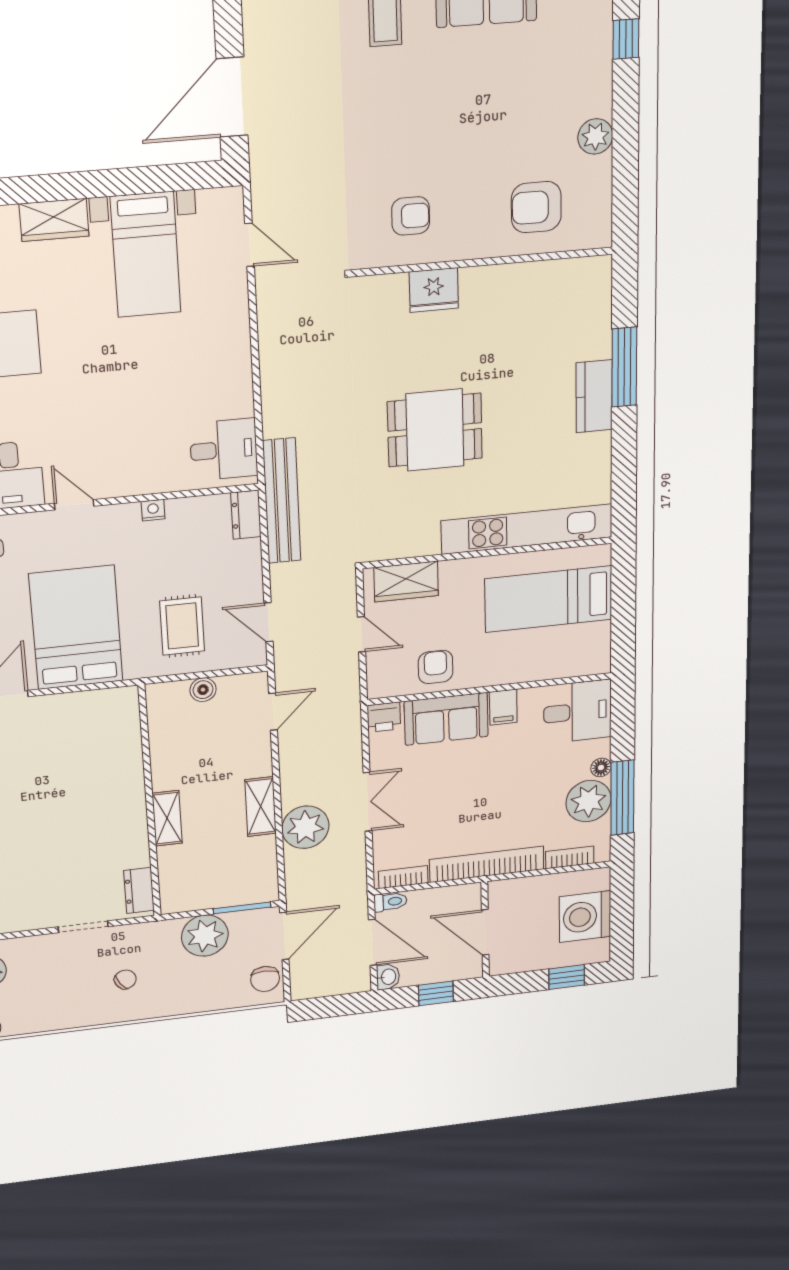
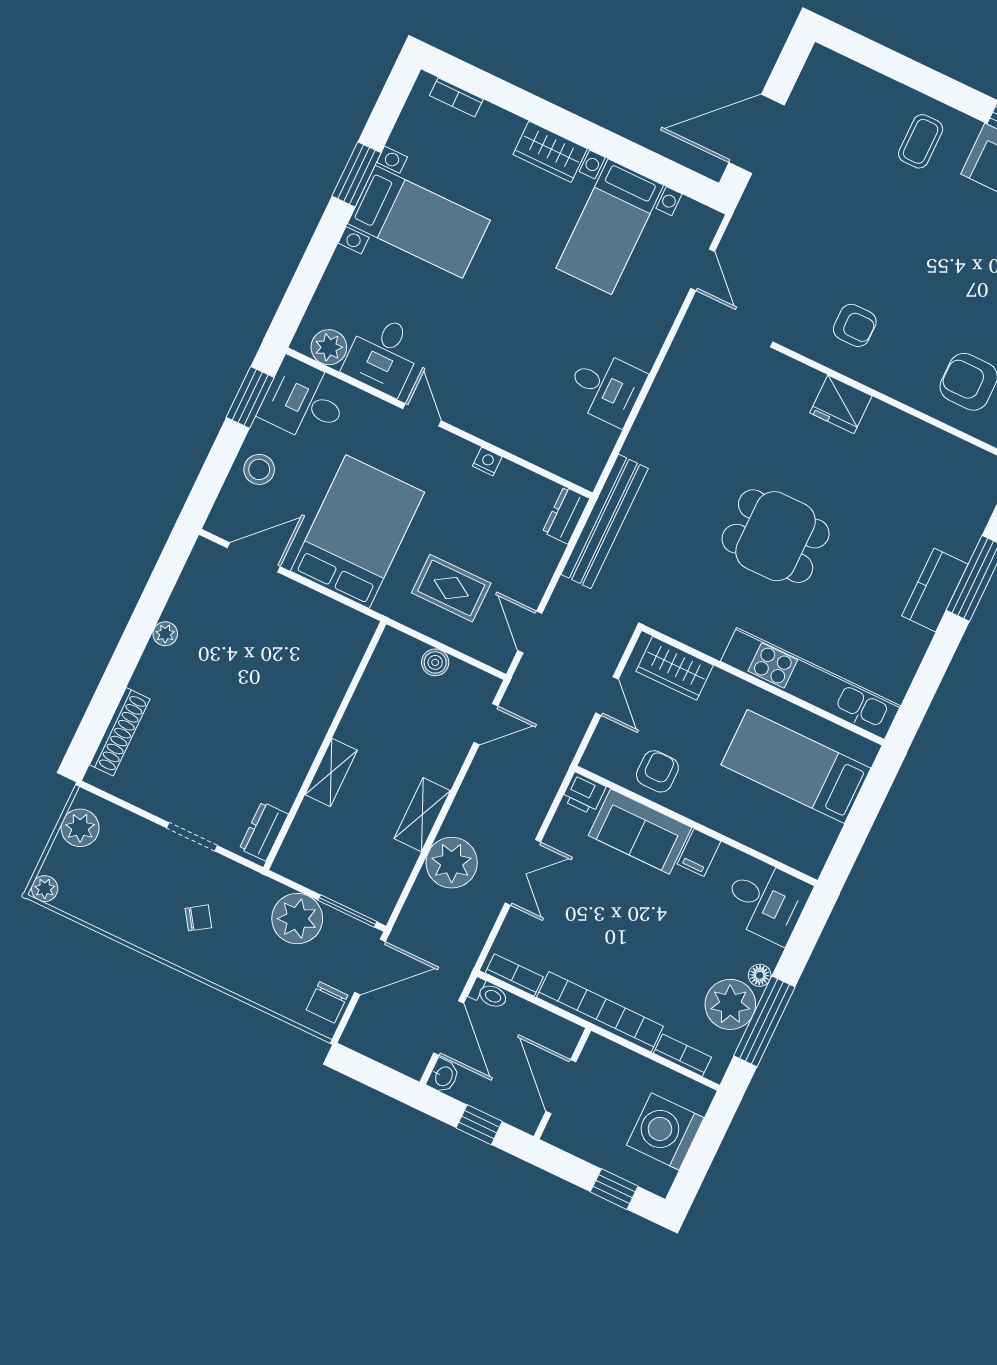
desk: (224, 450) -> (606, 388), moved
rug: (182, 626) -> (451, 588), turned 90

